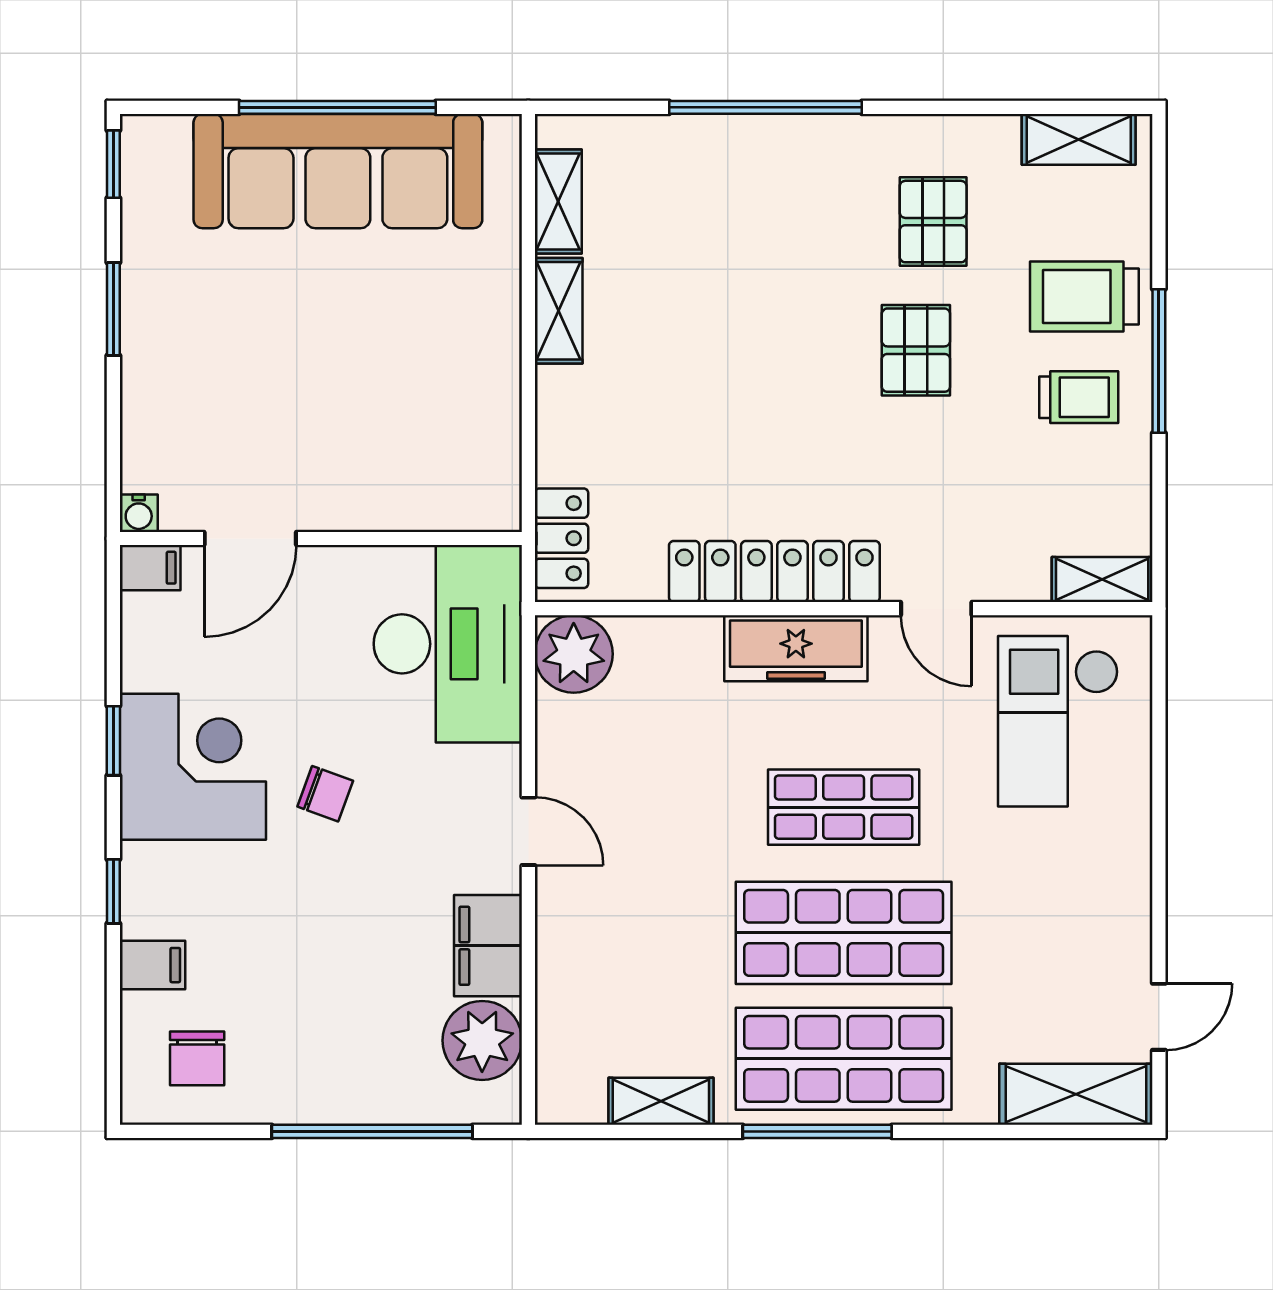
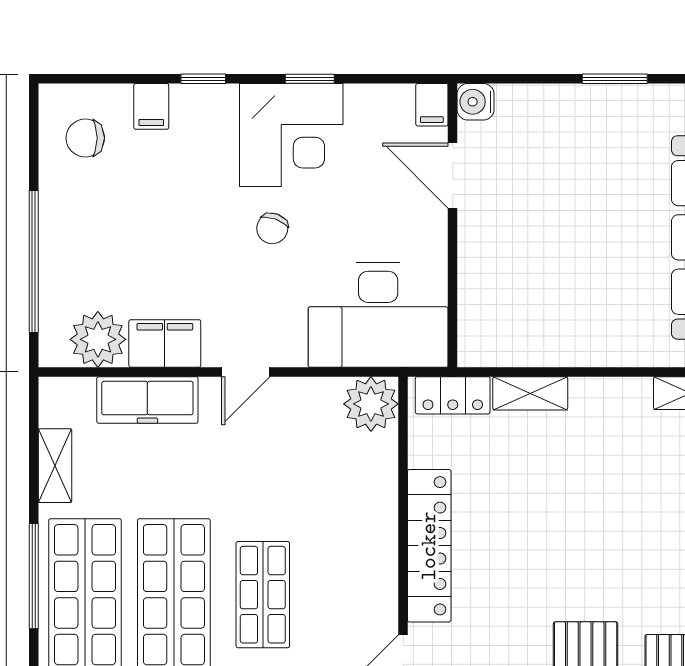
shelving: (559, 311) -> (530, 393), moved
water cooler: (139, 513) -> (476, 102), width x1.38, depth x1.38
freezer: (796, 648) -> (147, 400), moved, turned -90

